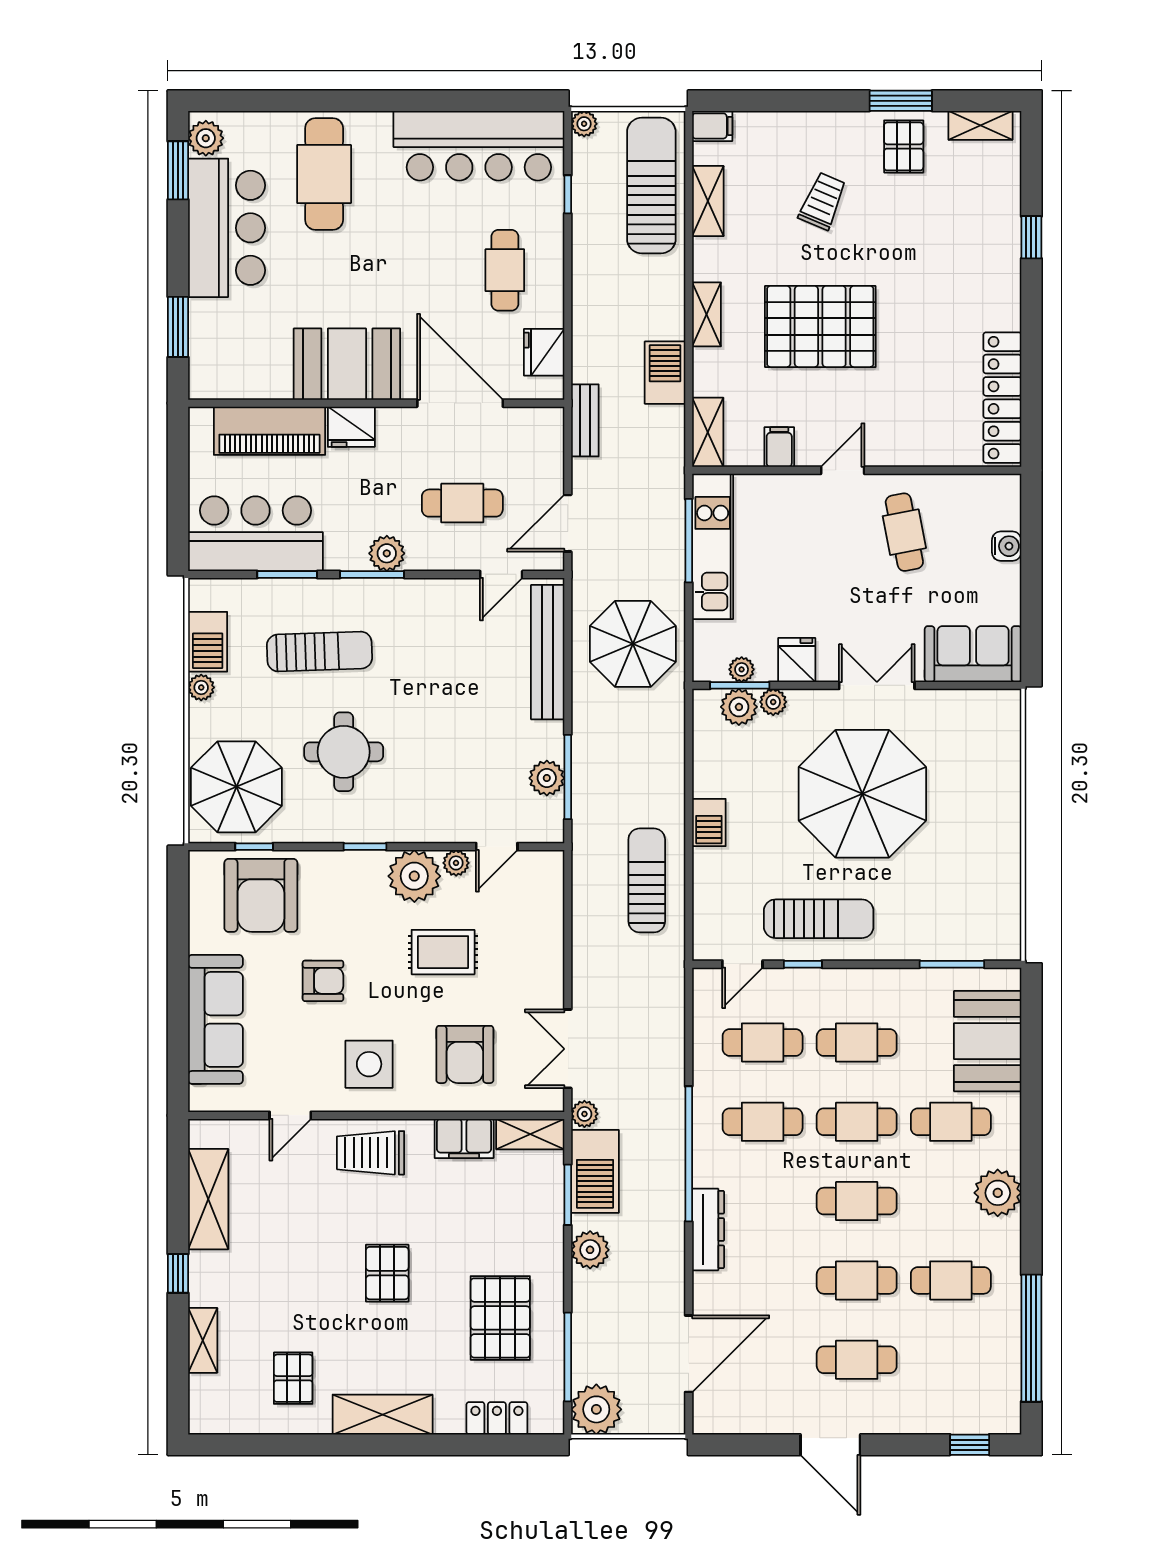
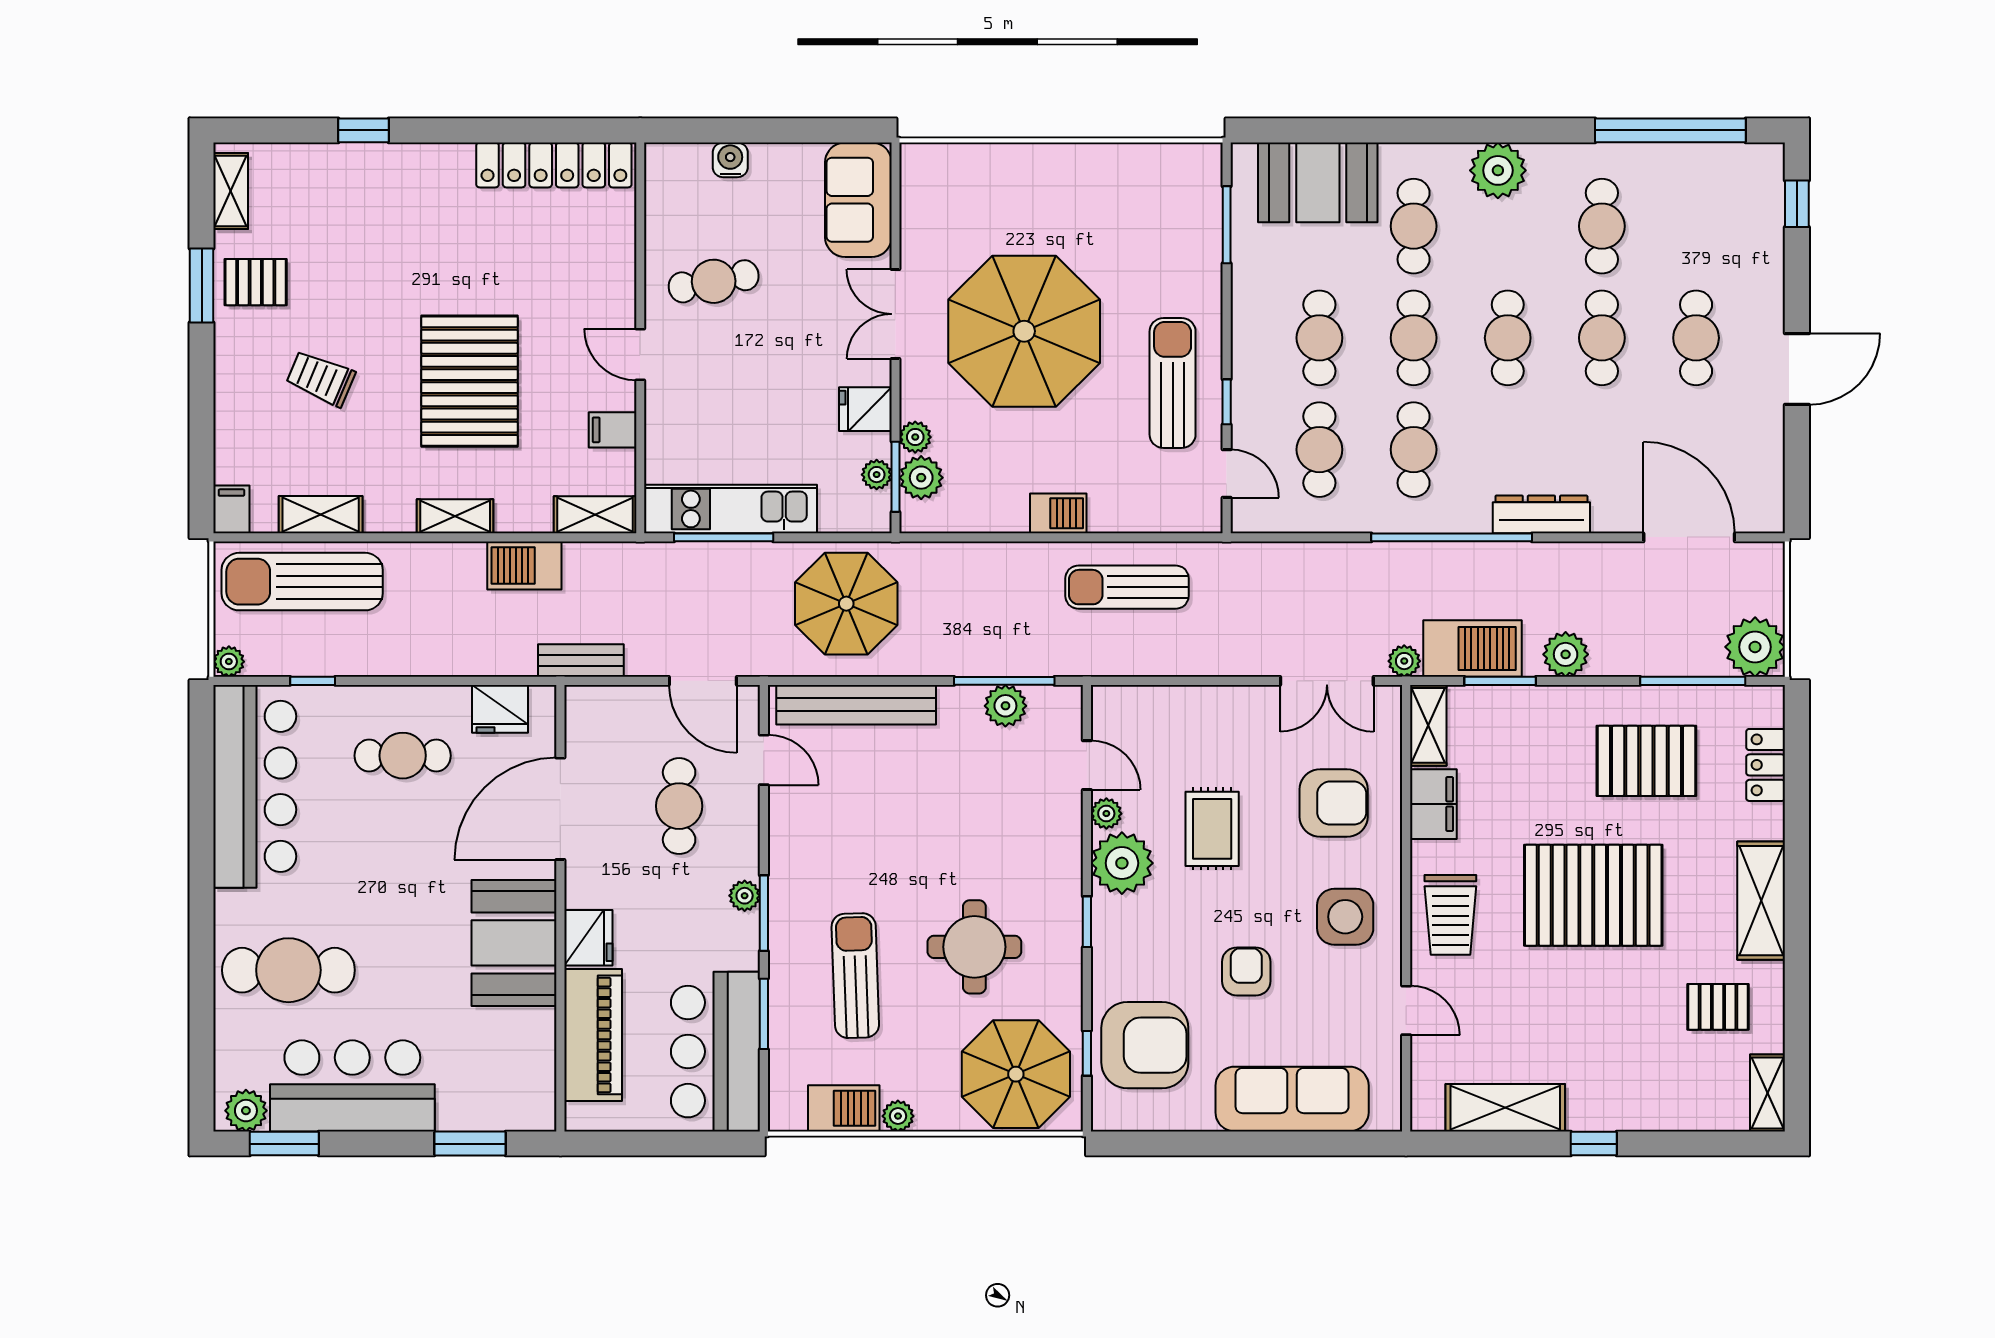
plant: (387, 553) -> (745, 896), width x0.73, depth x0.73
pallet: (387, 1273) -> (1593, 895), width x2.05, depth x2.00
shelving: (203, 1340) -> (1768, 1093), moved, turned 90

